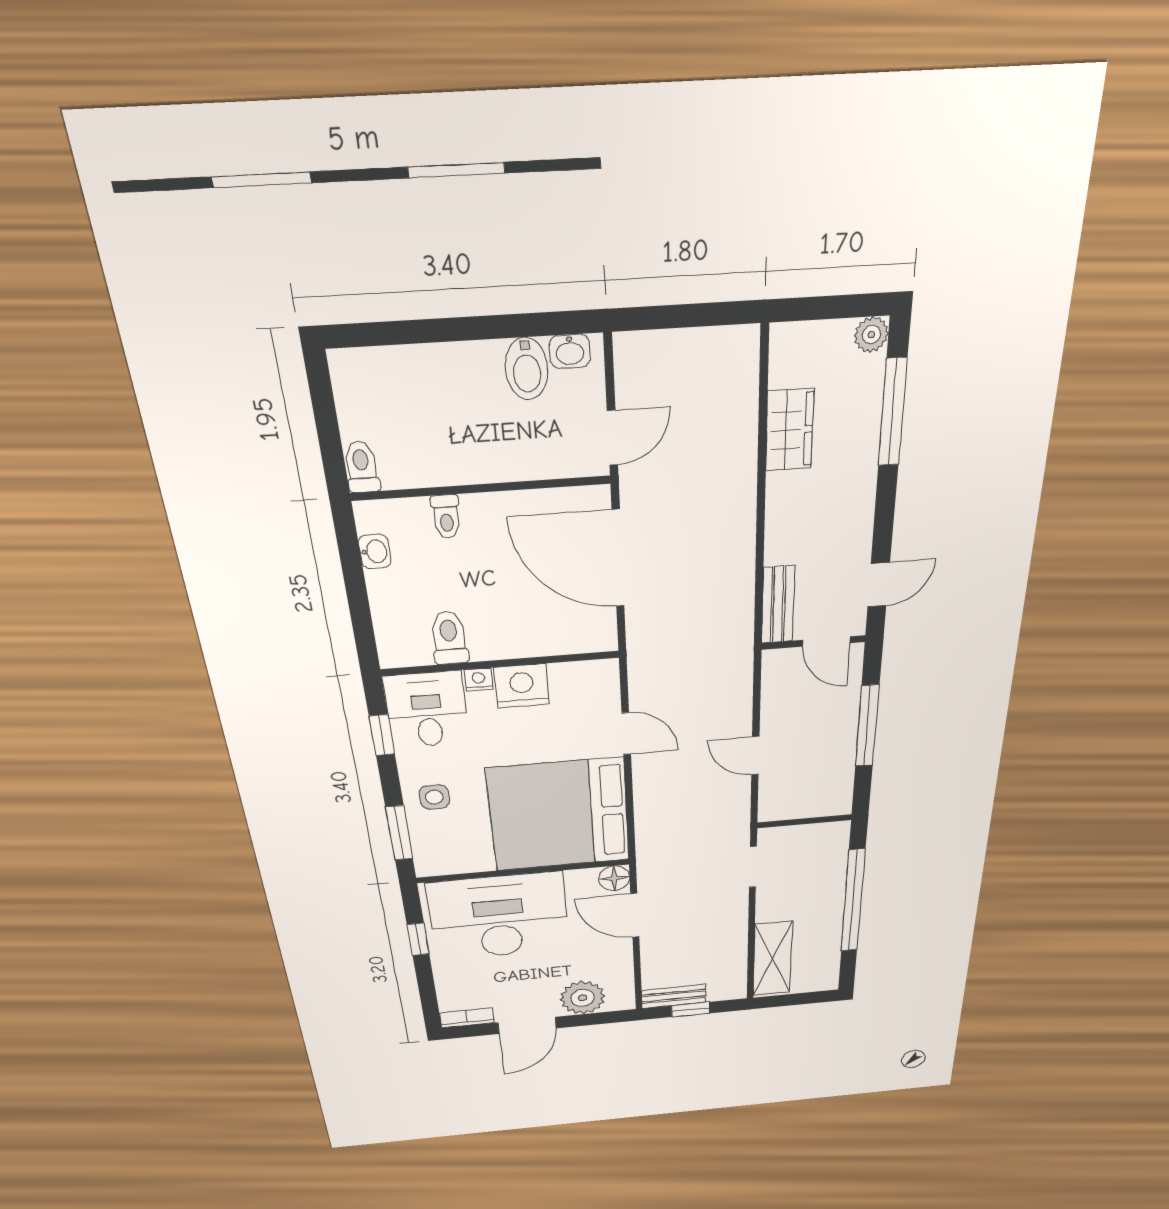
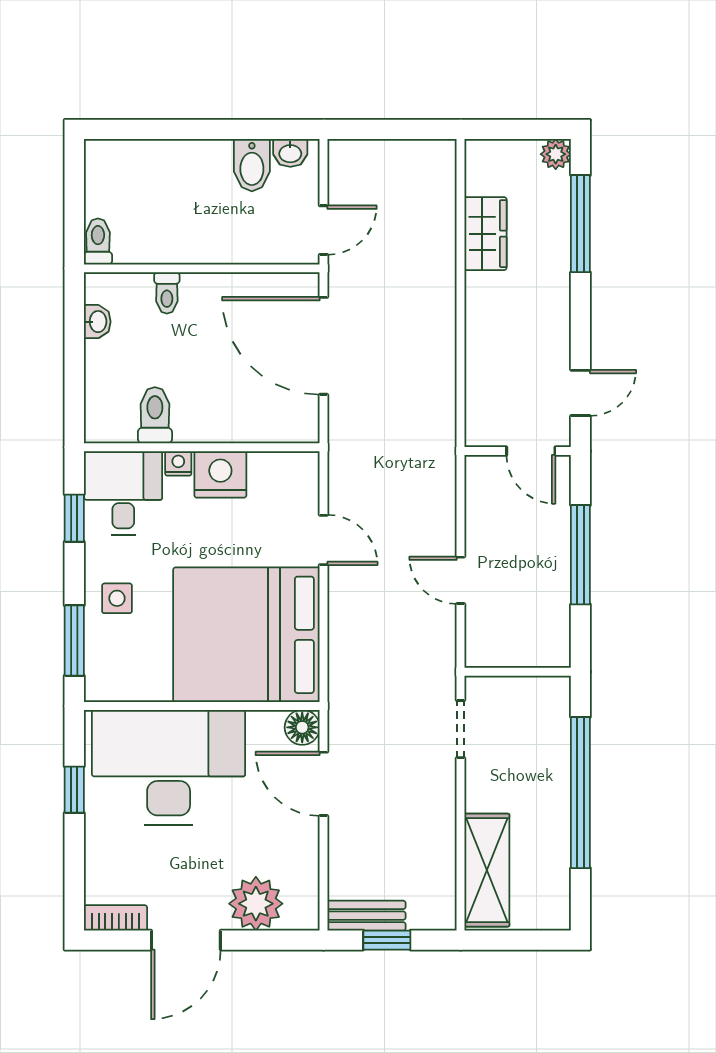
bench: (778, 605) -> (480, 406), removed

